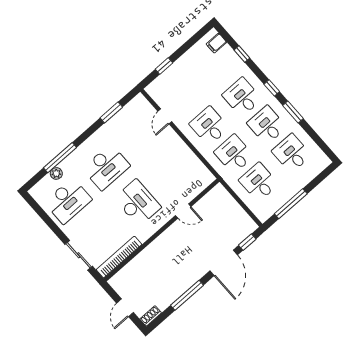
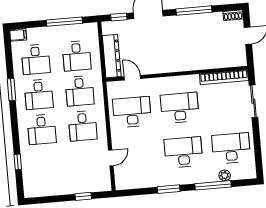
filing cabinet: (216, 43) -> (18, 35), moved
window: (272, 88) -> (14, 120), removed
window: (111, 113) -> (169, 189), moved
desk: (176, 169) -> (132, 112), added
desk: (138, 203) -> (180, 108), turned 90
dresser: (229, 204) -> (112, 56), added
door: (183, 211) -> (132, 78), moved

